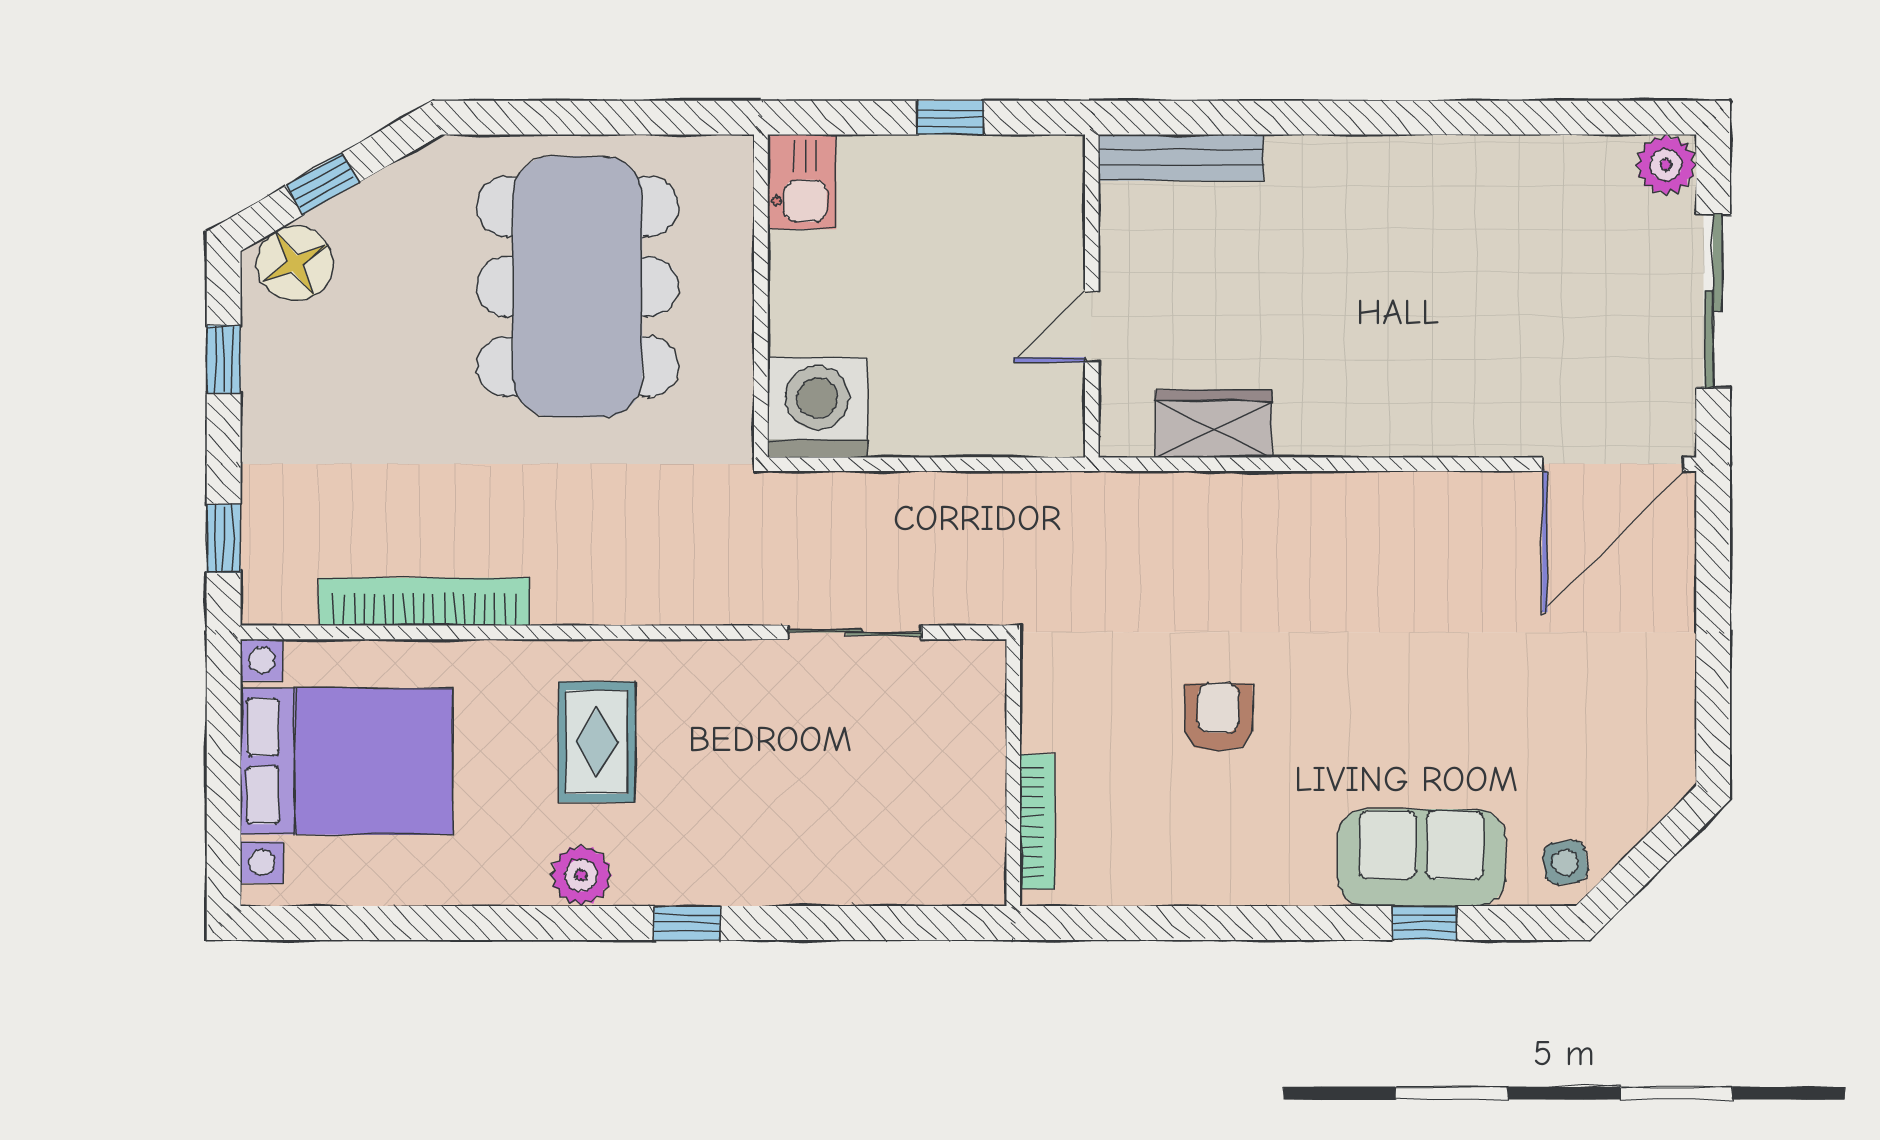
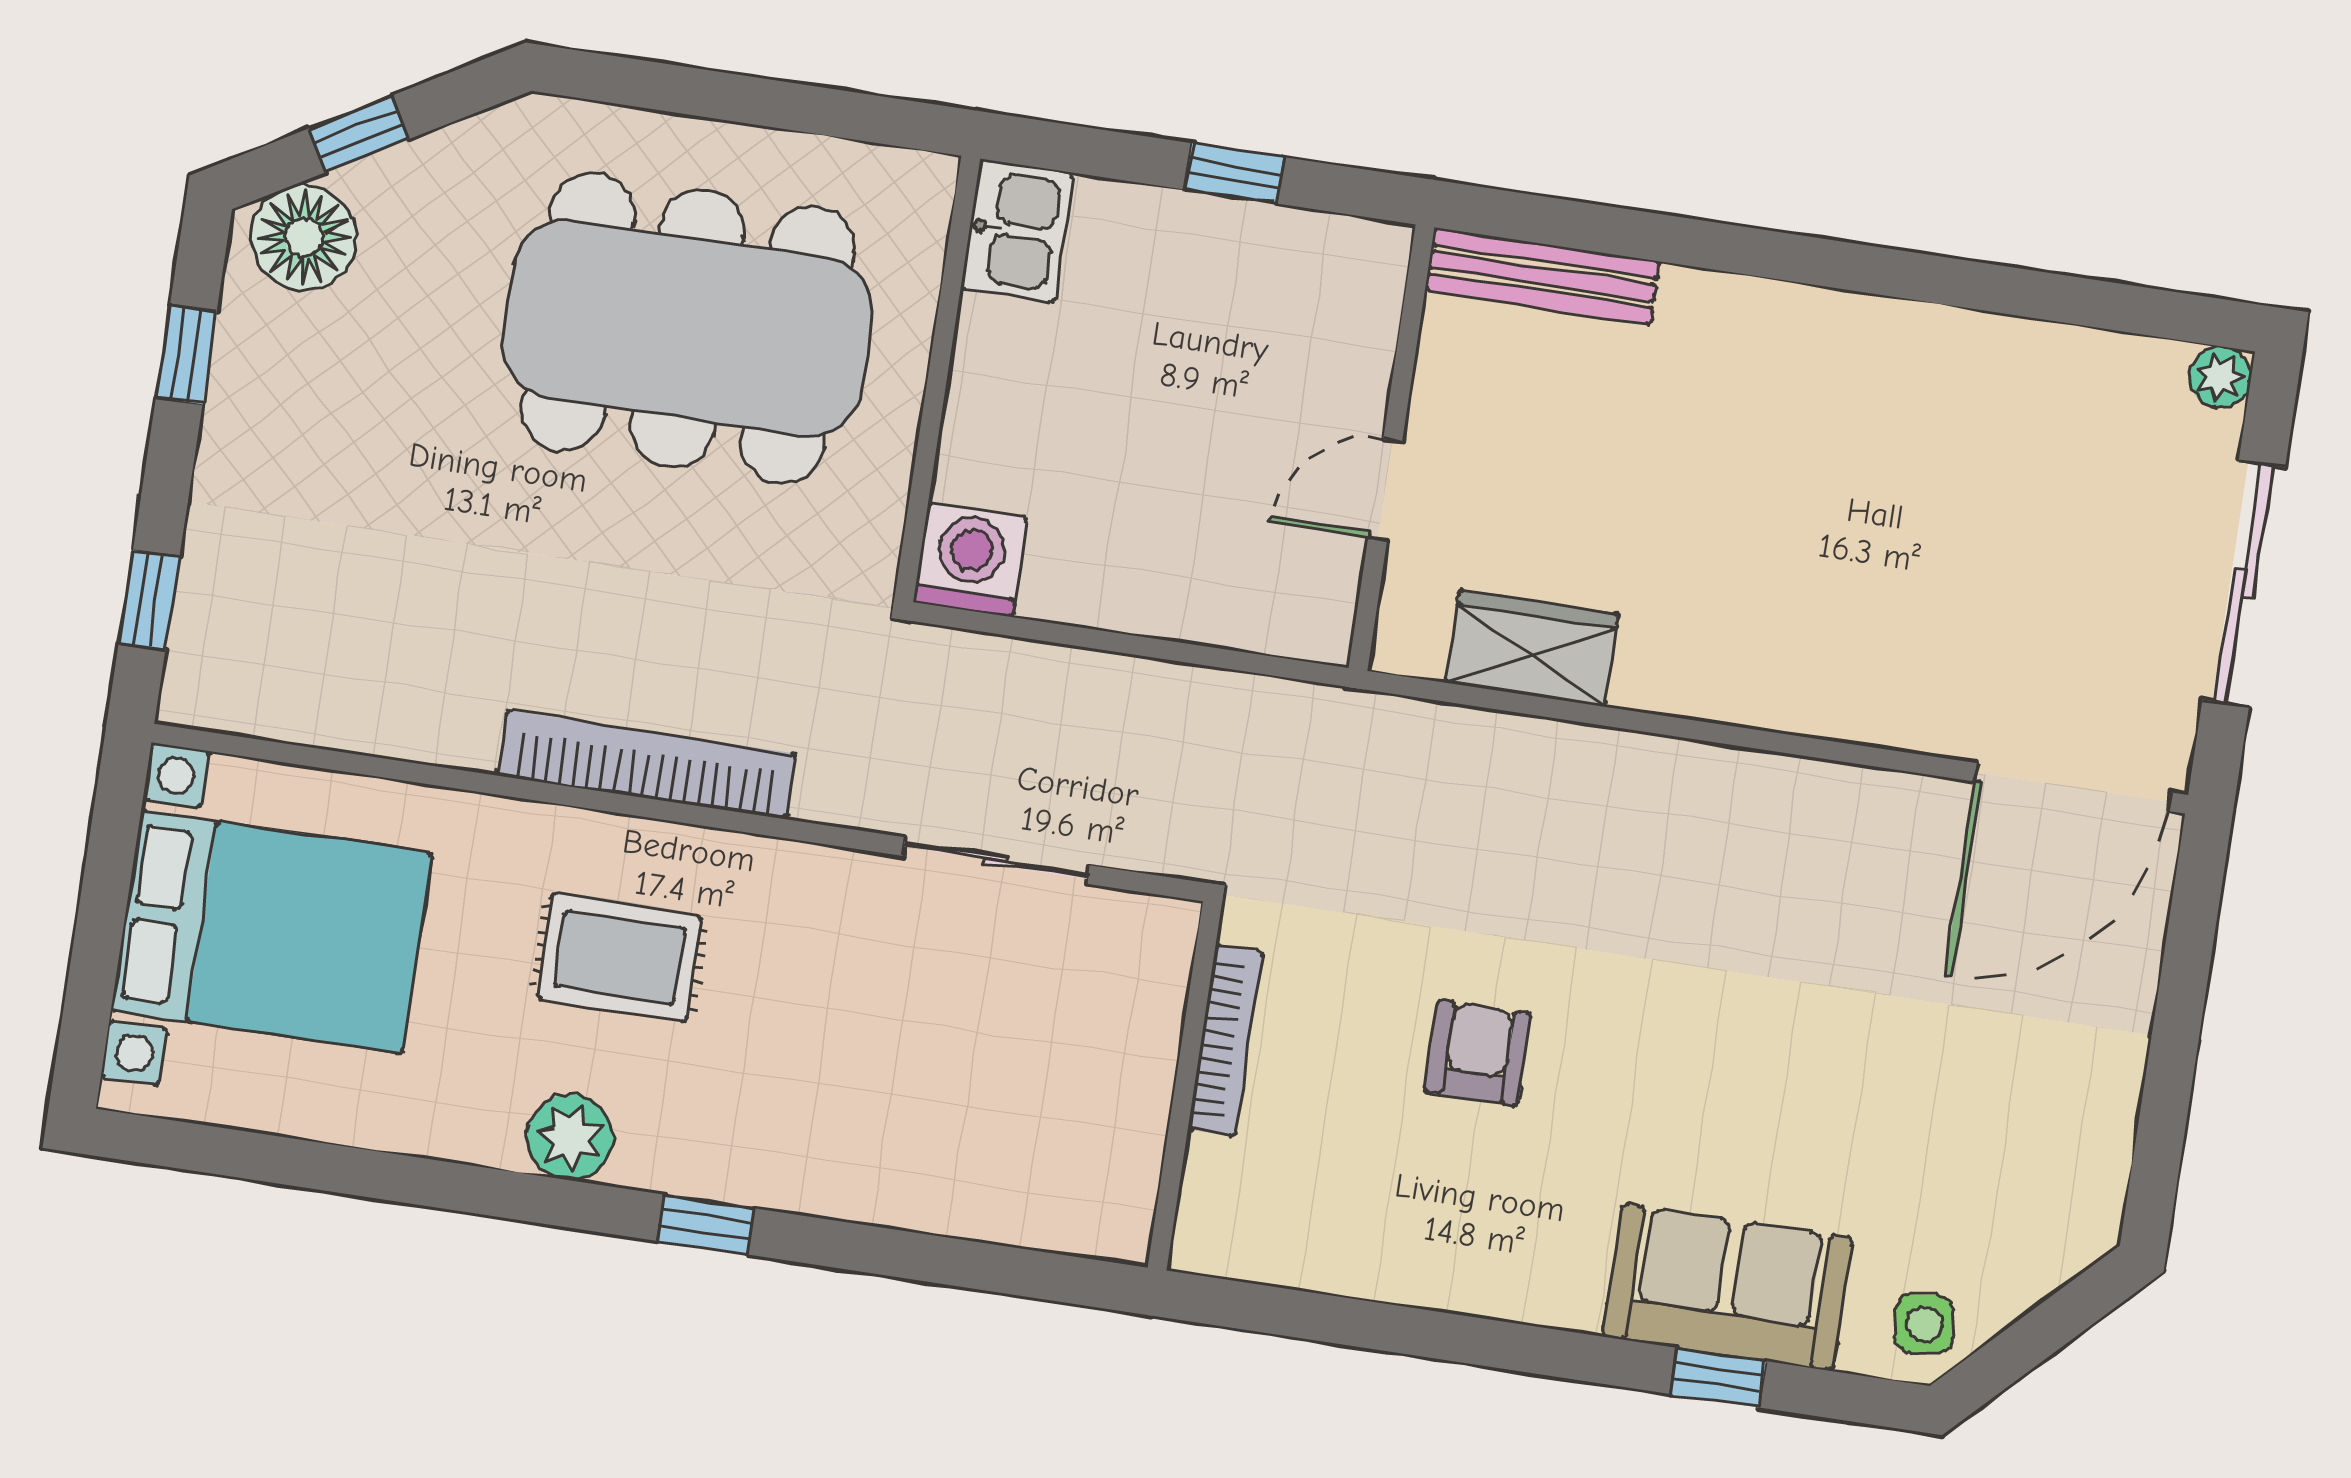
plant: (1666, 165) -> (2220, 377), width x0.73, depth x0.73
dining table: (578, 287) -> (687, 328), turned 90
washing machine: (817, 408) -> (970, 560), width x0.73, depth x0.73
bookcase: (424, 602) -> (647, 765), moved
rug: (597, 742) -> (619, 957), turned 90
bookcase: (1037, 822) -> (1225, 1041), moved

